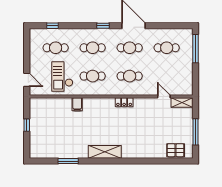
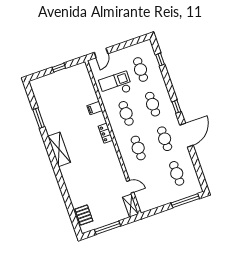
door: (164, 97) -> (130, 187), hinge flipped
locker: (124, 102) -> (106, 133), moved

